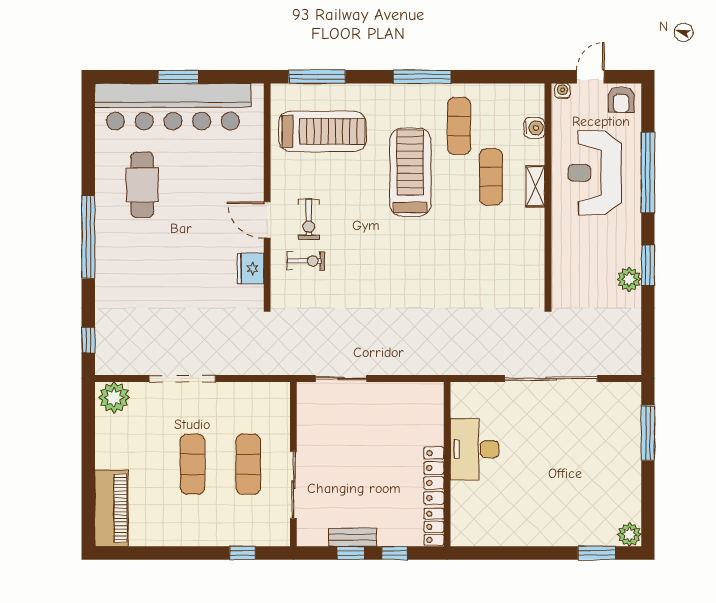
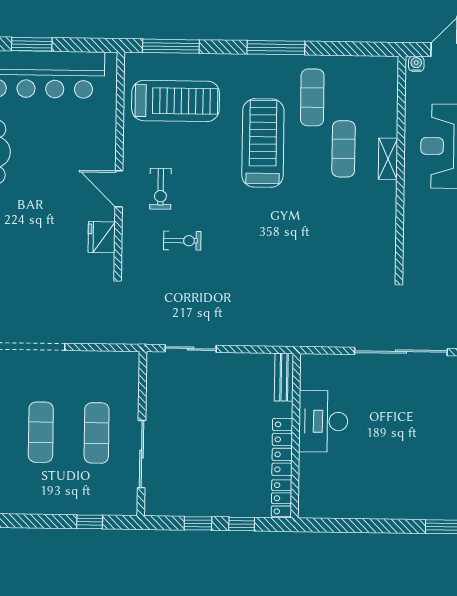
water cooler: (534, 128) -> (388, 100), removed
exercise bike: (306, 261) -> (182, 241), moved
bench: (353, 537) -> (284, 377), moved, turned 90

